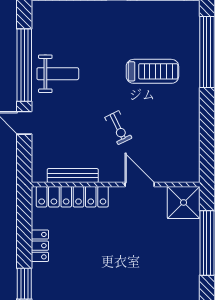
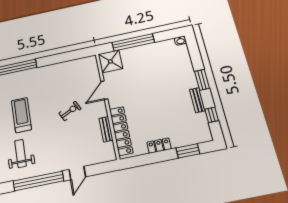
treadmill: (152, 71) -> (21, 115), moved
weight bench: (58, 74) -> (20, 153), moved
bench: (73, 176) -> (106, 129), width x0.73

